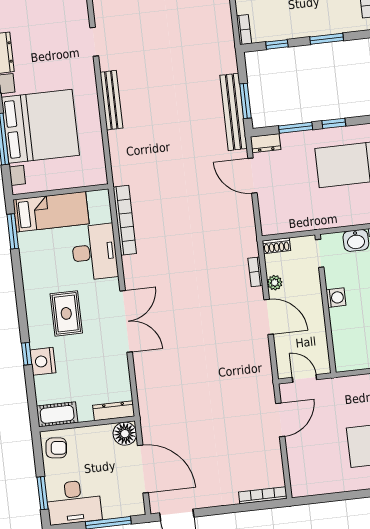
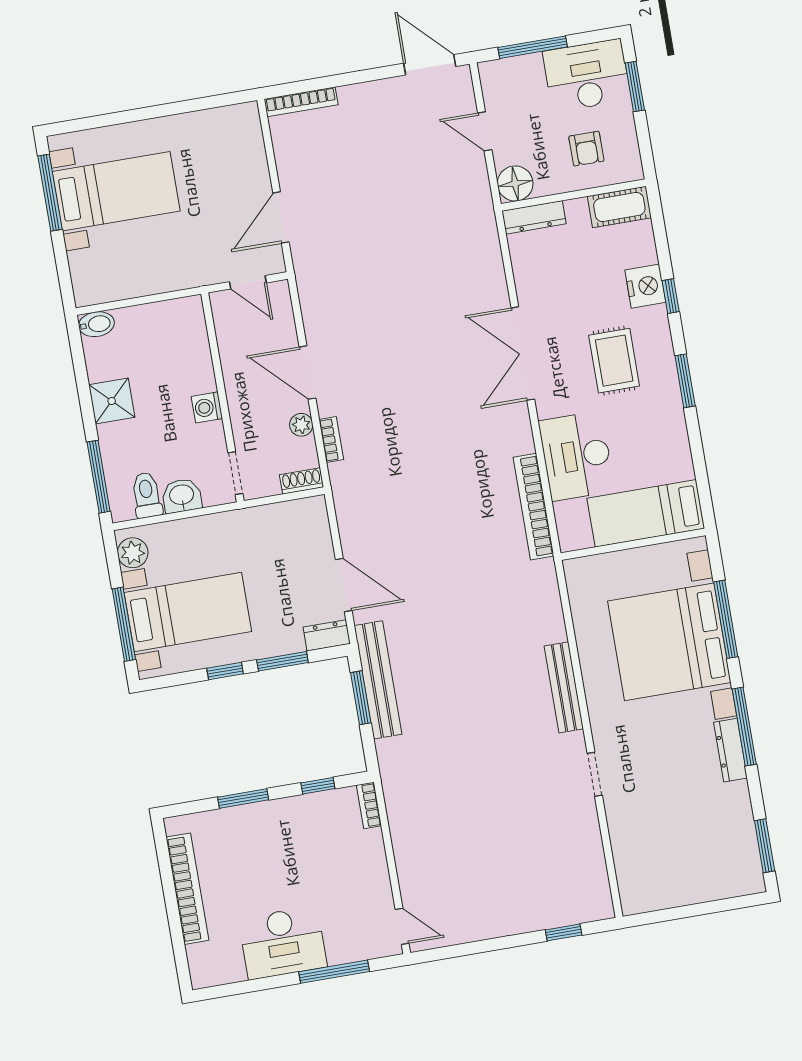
window: (13, 231) -> (685, 381), moved
armchair: (56, 448) -> (586, 149), moved, turned -96
door: (143, 469) -> (485, 131), width x0.53

